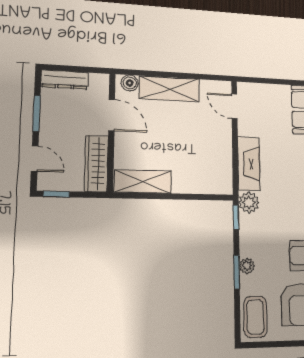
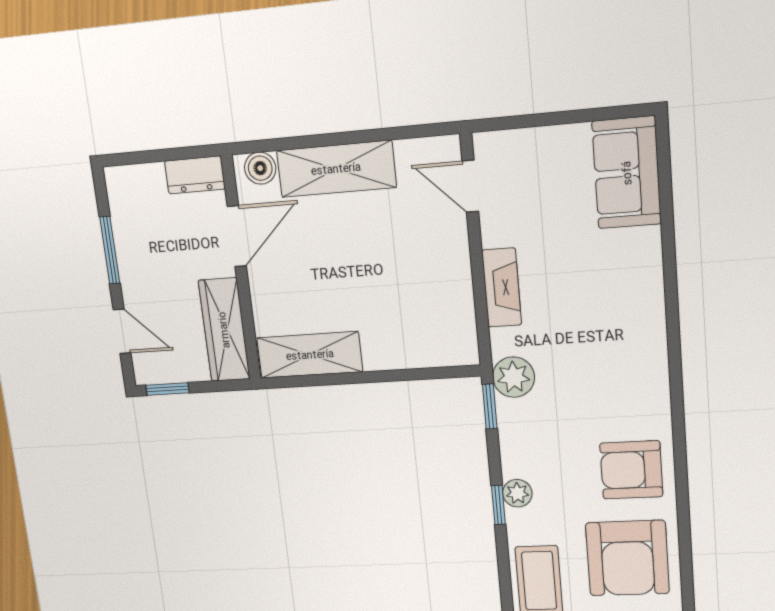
dresser: (65, 80) -> (195, 175), moved, width x0.70
door: (112, 115) -> (237, 236), hinge flipped
fireplace: (249, 164) -> (502, 288), width x0.73, depth x0.76
window: (237, 272) -> (498, 505), width x0.67

